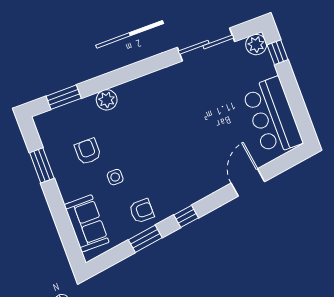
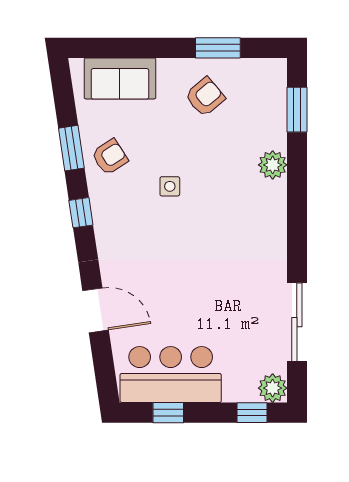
window: (298, 108) -> (168, 413), added
armchair: (88, 151) -> (205, 97), moved, turned -40
side table: (115, 177) -> (170, 186), moved
armchair: (142, 211) -> (110, 157), turned -123

